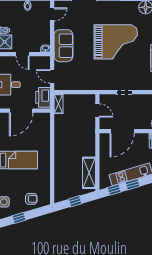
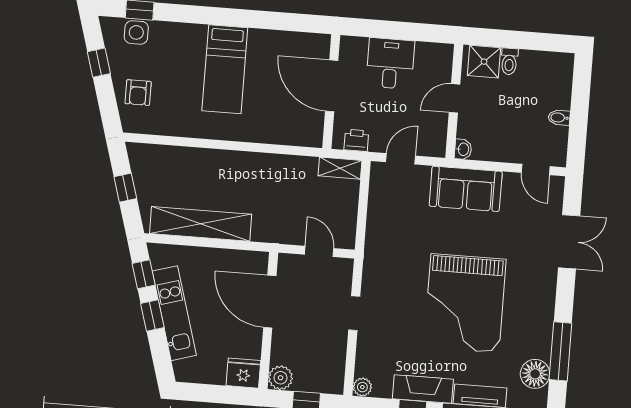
printer: (43, 97) -> (356, 140), width x0.53, depth x0.68
door: (97, 110) -> (319, 251), swing flipped
shelving: (89, 173) -> (201, 224), width x1.47

